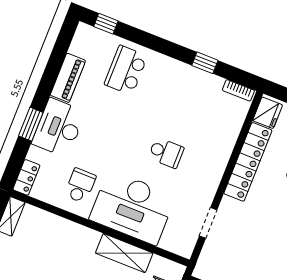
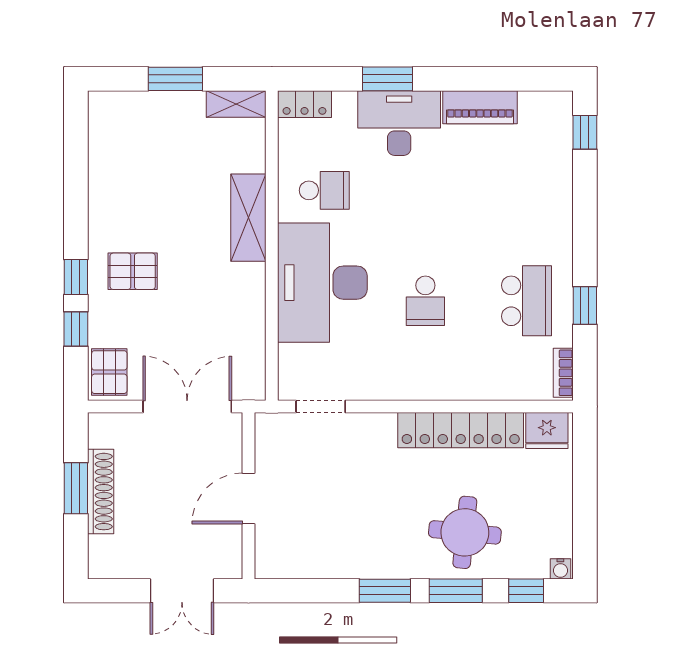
school desk: (126, 70) -> (527, 301), moved, turned 90
doorway: (208, 223) -> (321, 407), moved
shelving: (124, 253) -> (248, 218), moved

